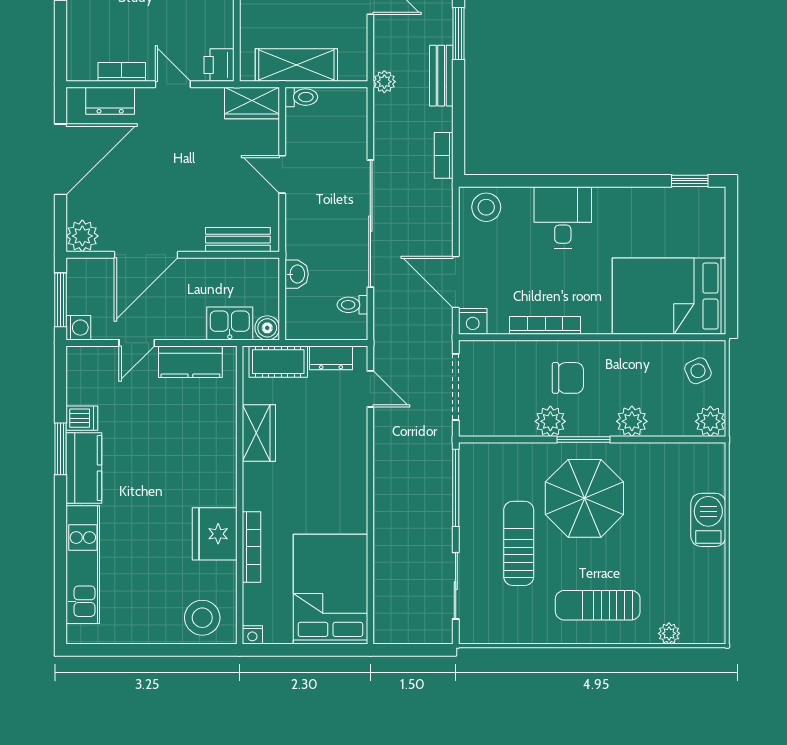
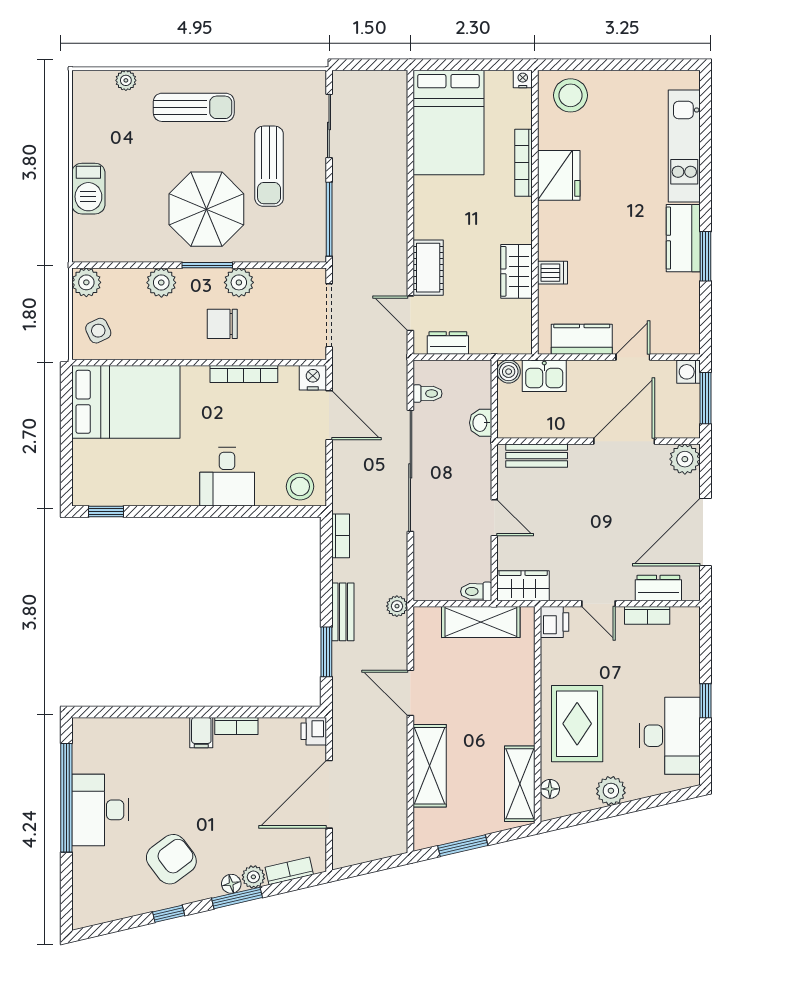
cot: (278, 362) -> (428, 268), moved, turned 90
dishwasher: (82, 418) -> (553, 273), moved, turned 180

